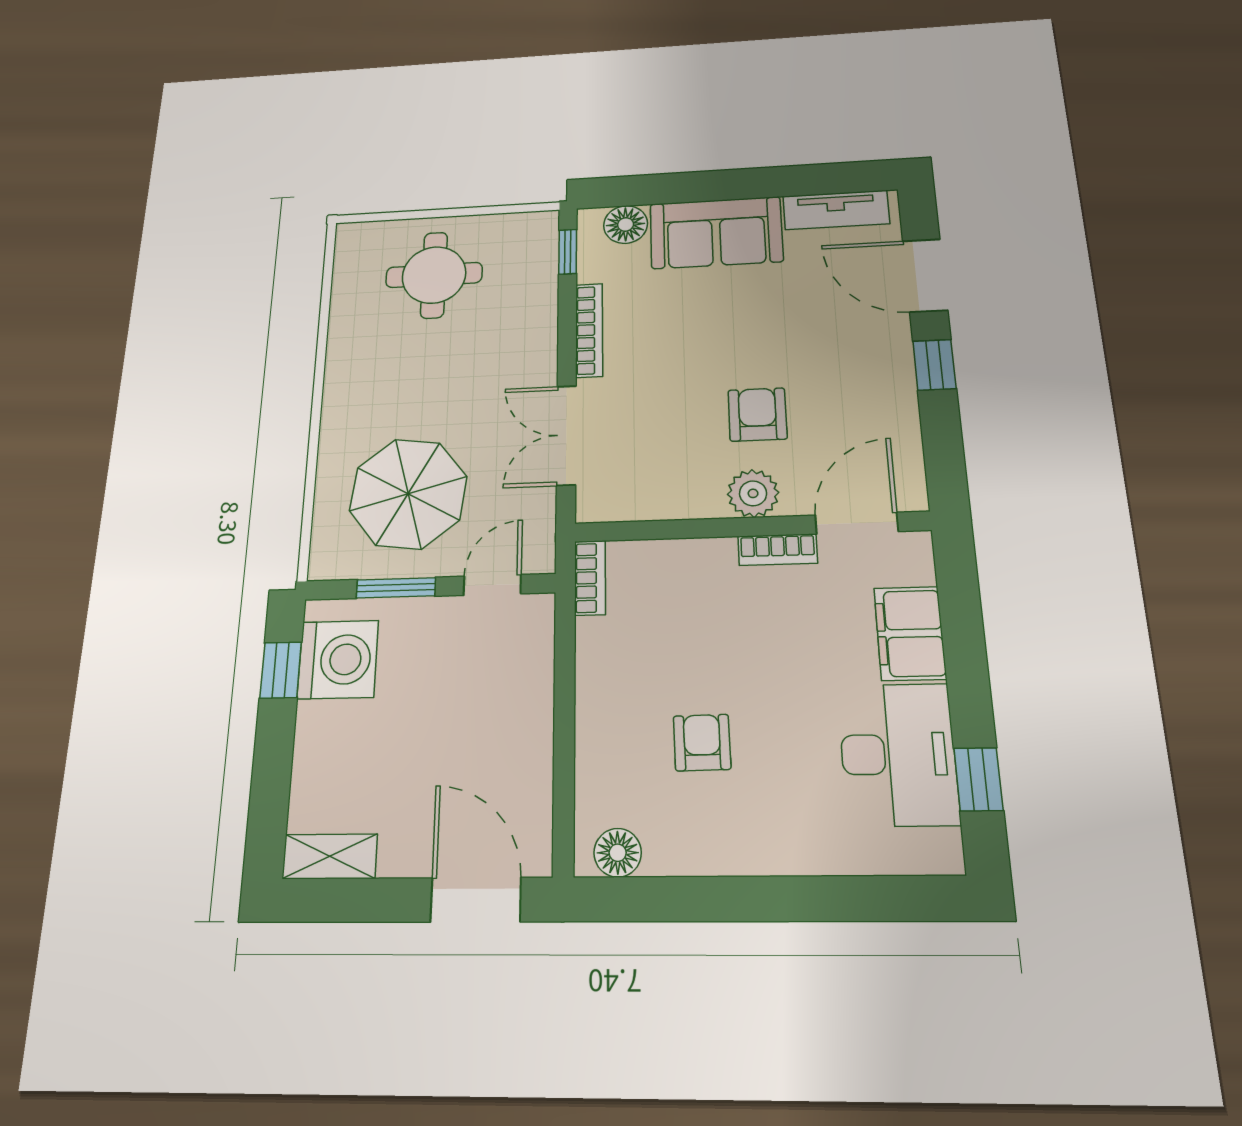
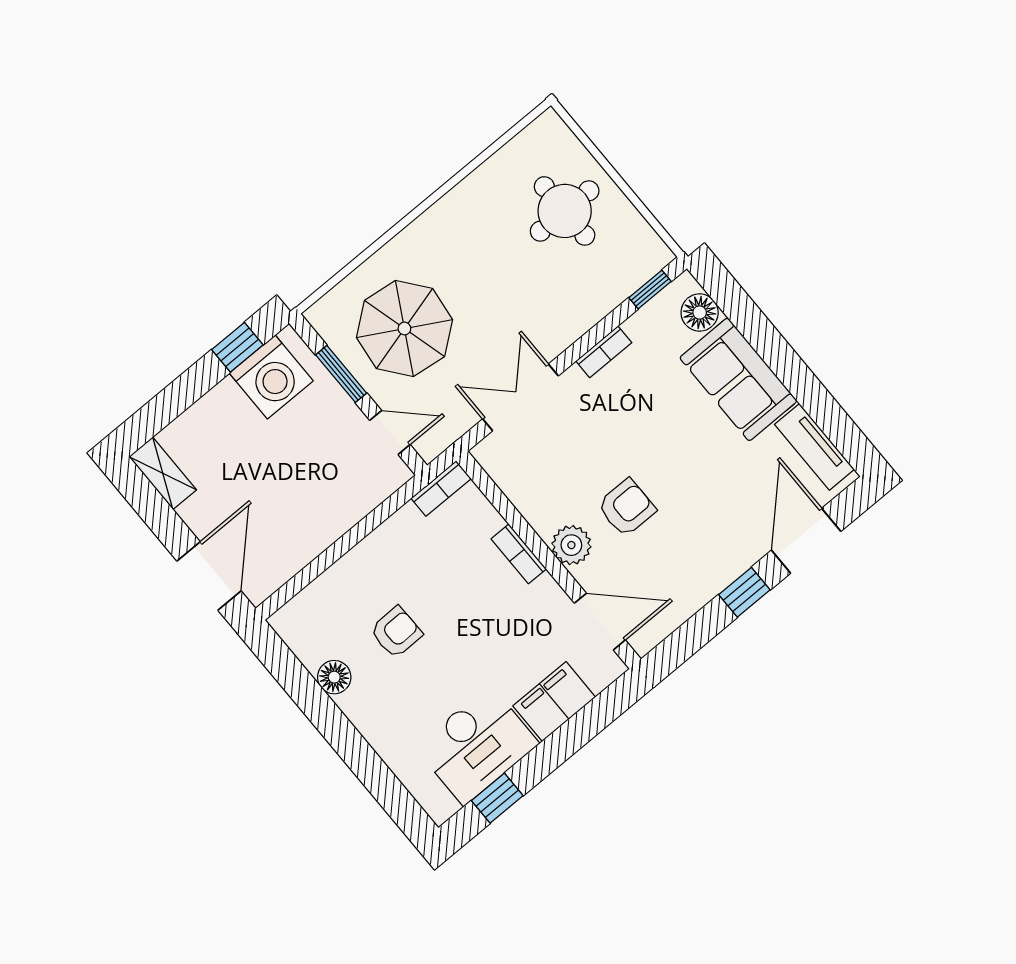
bookcase: (589, 330) -> (604, 352), width x0.64
bookcase: (778, 550) -> (519, 554), moved
floor lamp: (618, 853) -> (334, 677), moved

